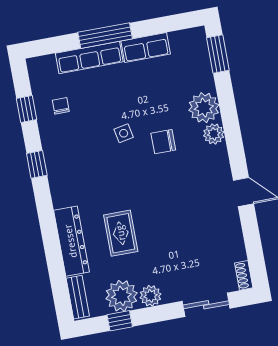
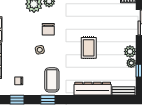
coffee table: (74, 165) -> (52, 80), added
rug: (121, 233) -> (89, 48), moved, turned 90
plant: (122, 296) -> (131, 63), width x0.53, depth x0.53

